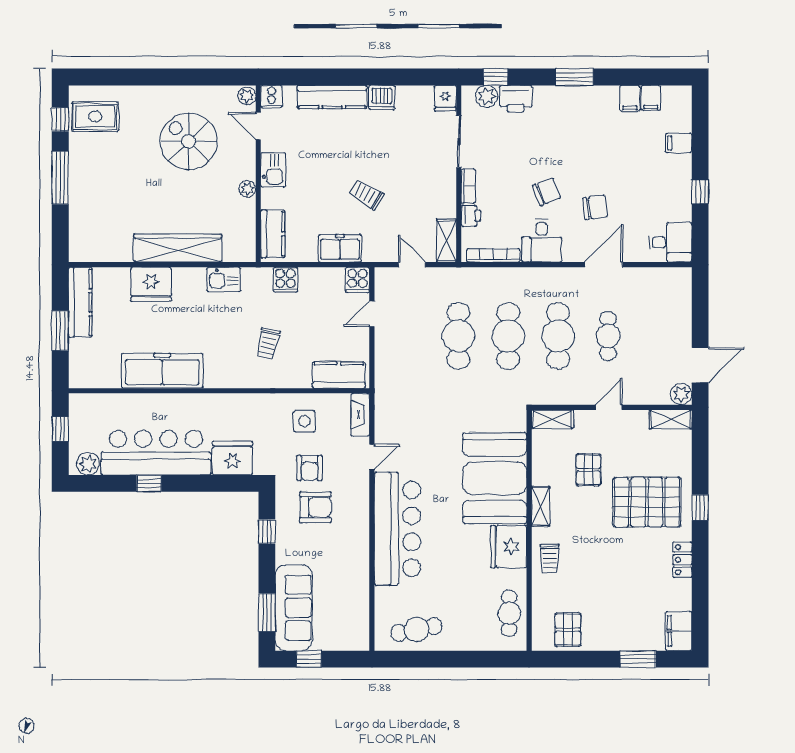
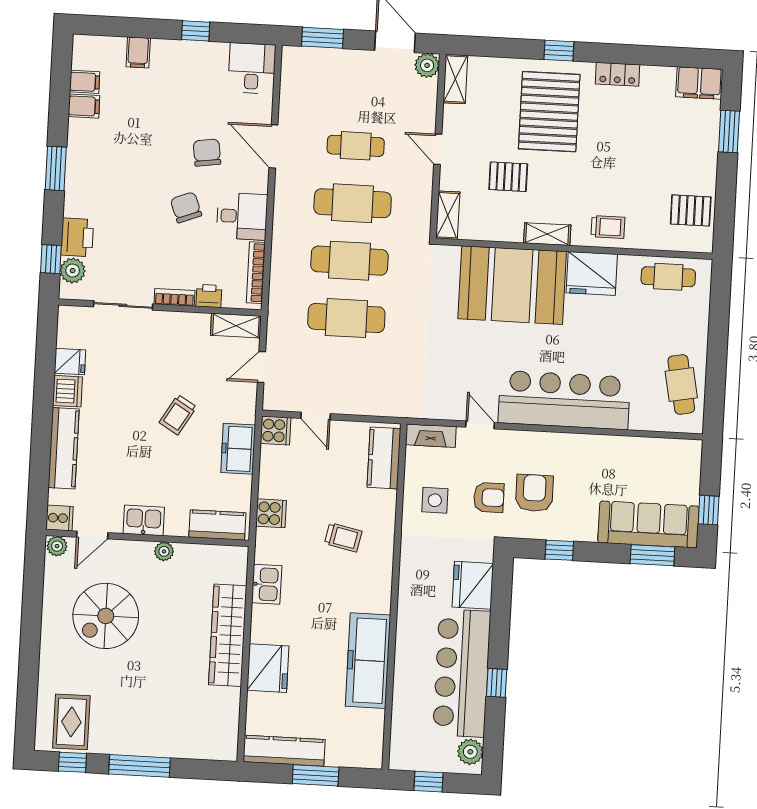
fridge: (445, 98) -> (70, 362), moved
window: (700, 302) -> (323, 38), added

